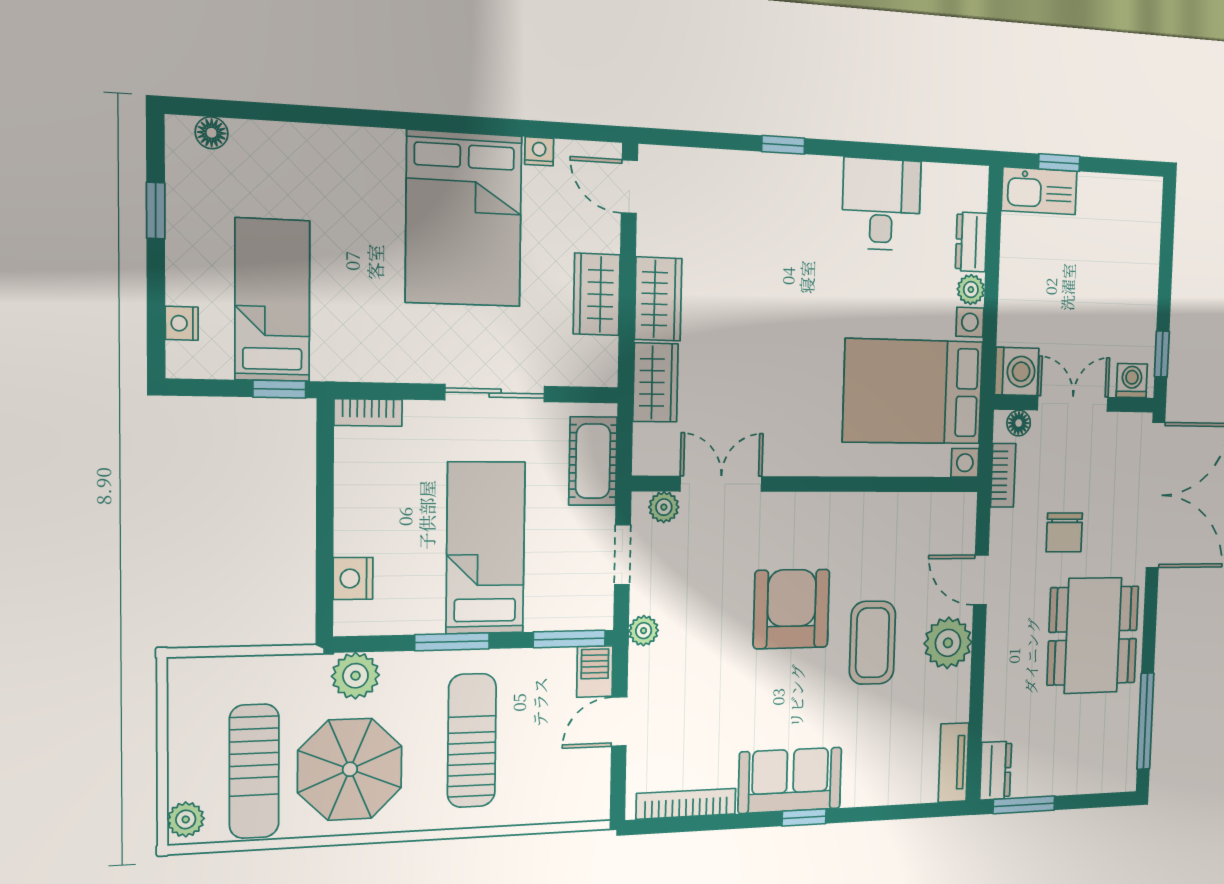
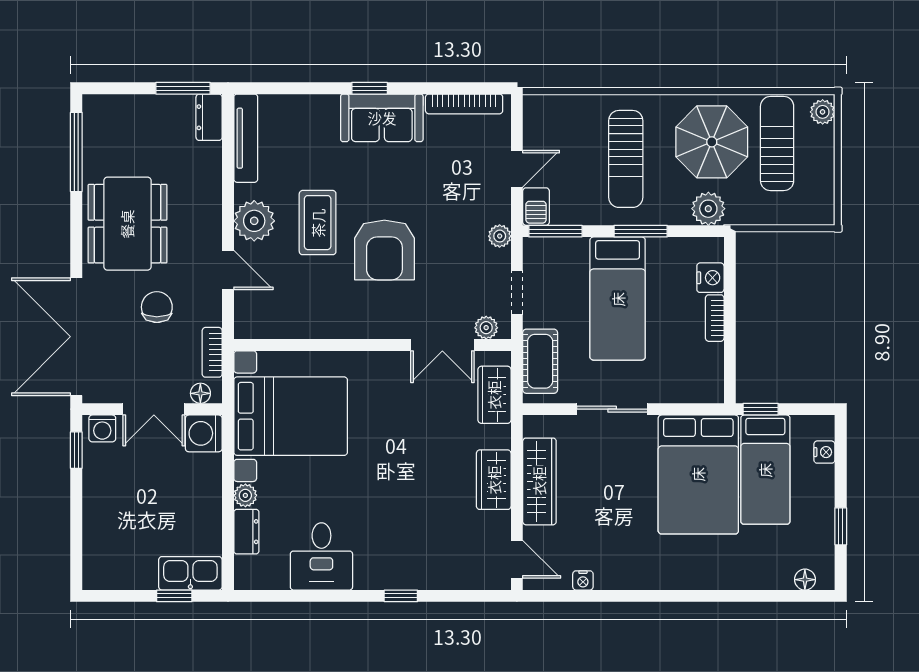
bed: (464, 219) -> (698, 474), moved, turned 180
wardrobe: (597, 294) -> (539, 481), width x1.50
wardrobe: (656, 383) -> (494, 395), moved
bookcase: (368, 412) -> (715, 318), moved, turned -90
tv unit: (954, 763) -> (246, 138), width x1.41

